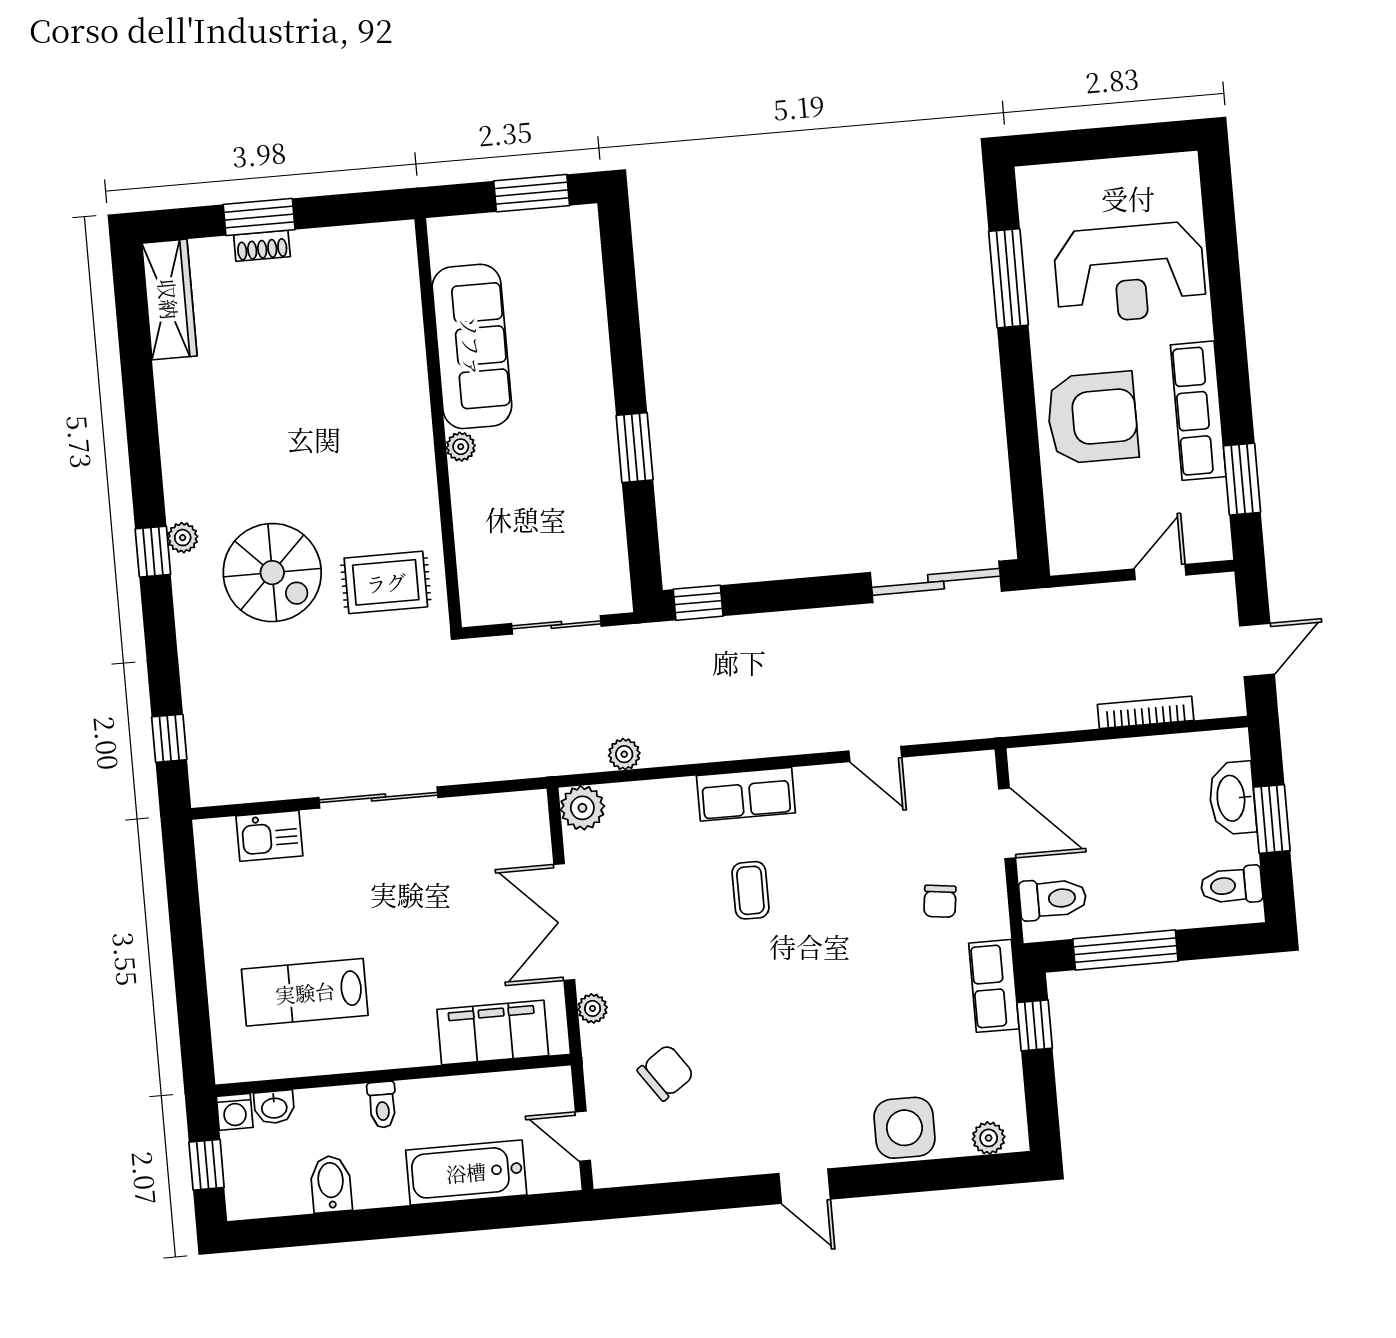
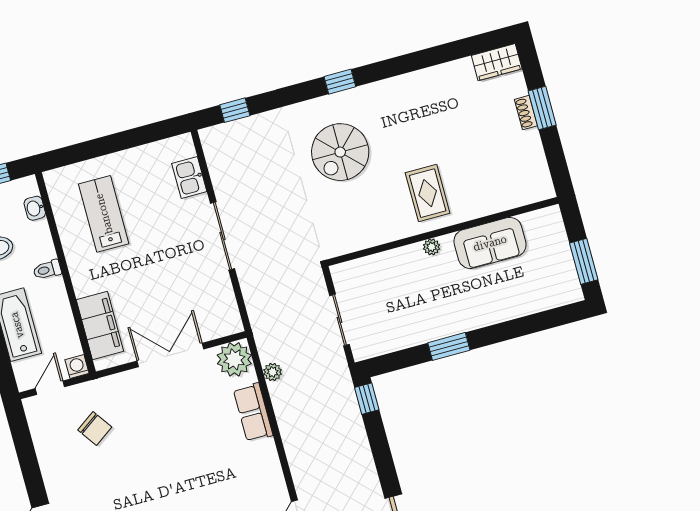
wardrobe: (169, 299) -> (497, 62), width x0.67
sofa: (472, 346) -> (490, 243), width x0.73
plant: (183, 538) -> (351, 97), removed
rug: (386, 582) -> (428, 193), moved
row of seats: (746, 794) -> (253, 412), moved
plant: (582, 808) -> (234, 359), width x1.36, depth x1.36
coffee table: (750, 890) -> (208, 458), removed
plant: (593, 1008) -> (124, 380), removed
washing machine: (235, 1112) -> (77, 367), moved, turned 90

